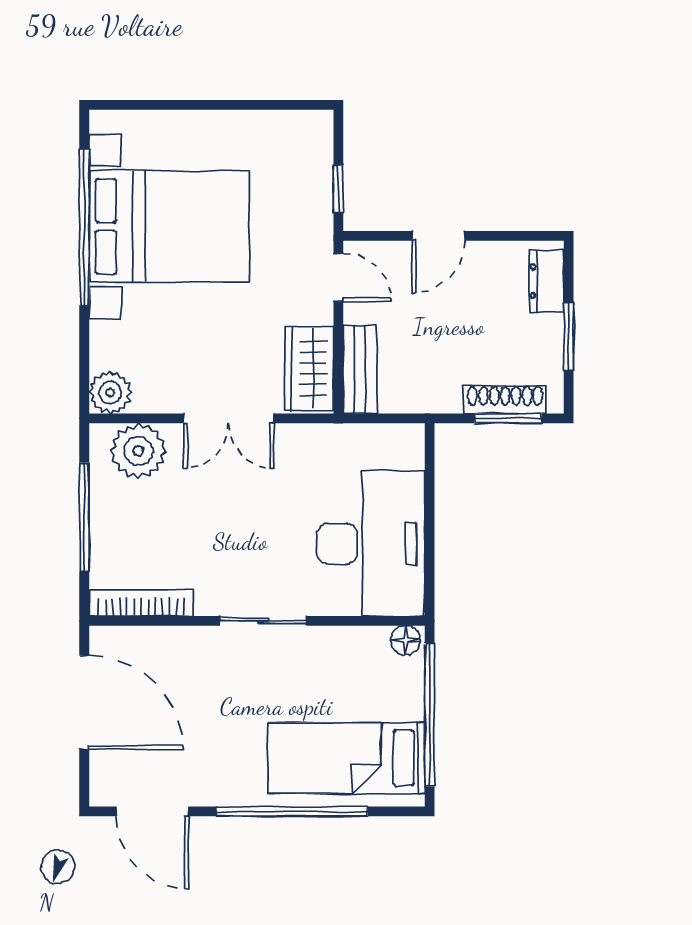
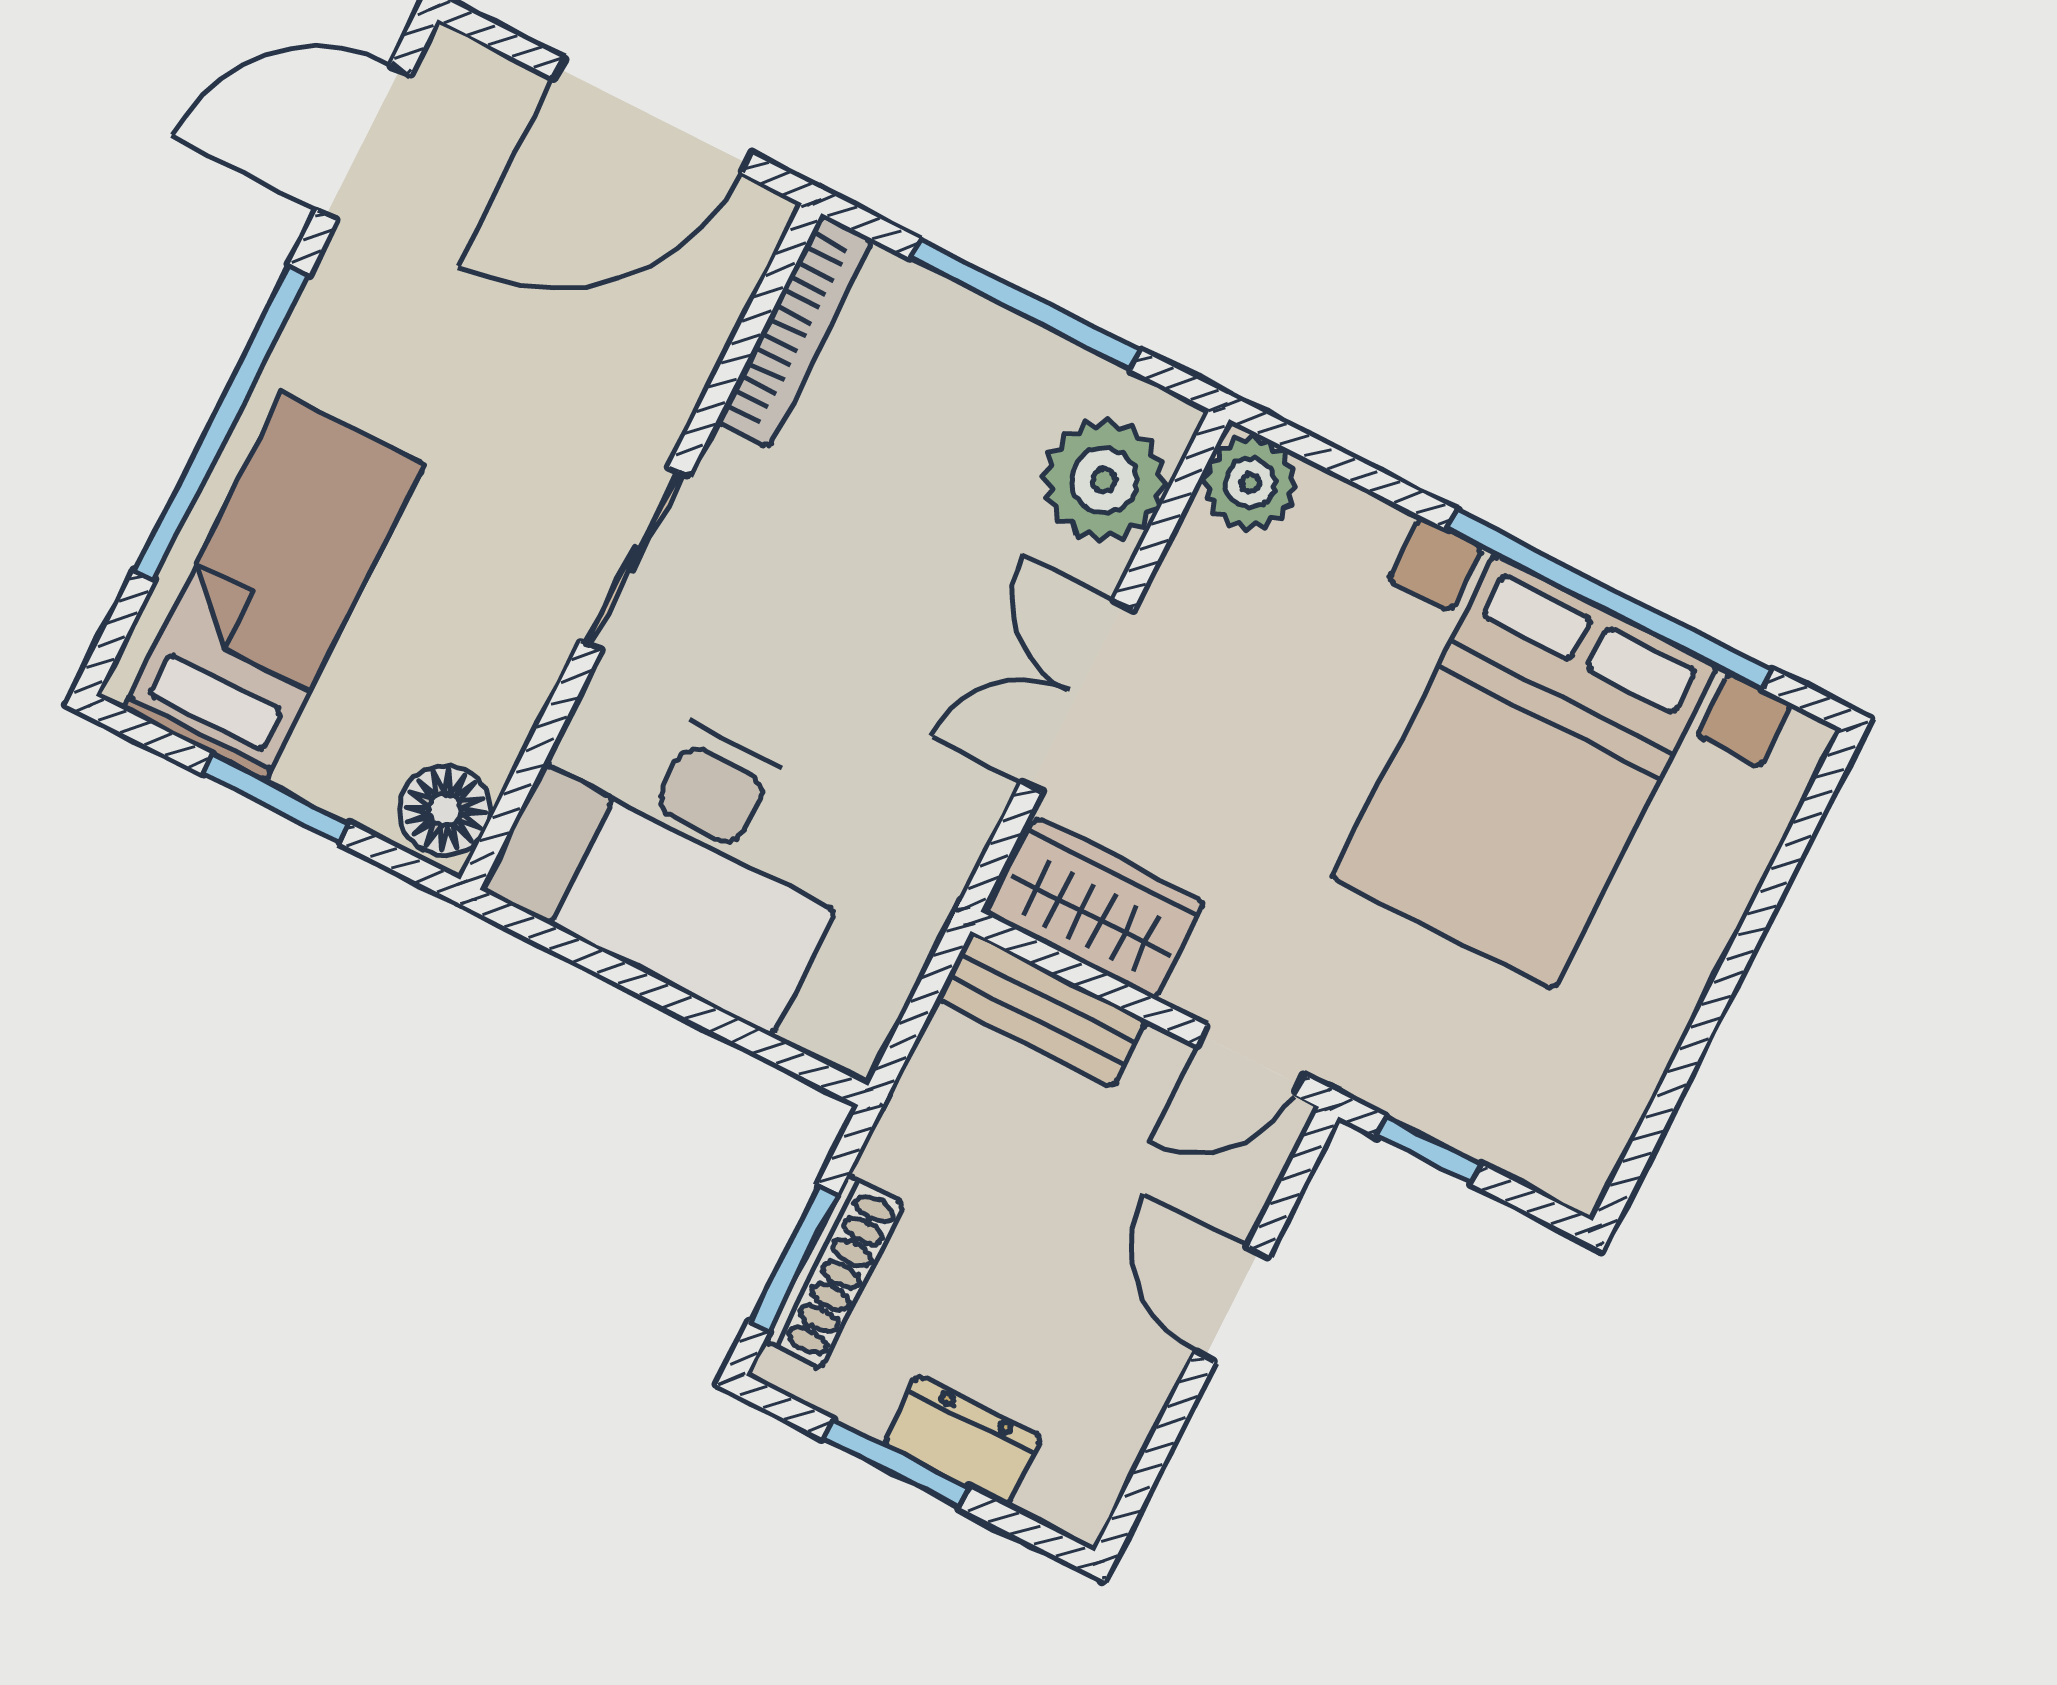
dresser: (546, 281) -> (962, 1440), moved
floor lamp: (406, 640) -> (445, 810), width x1.37, depth x1.37
window: (430, 715) -> (276, 799), width x0.47

